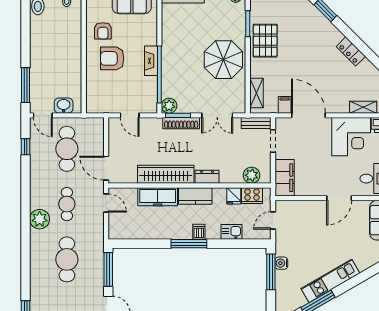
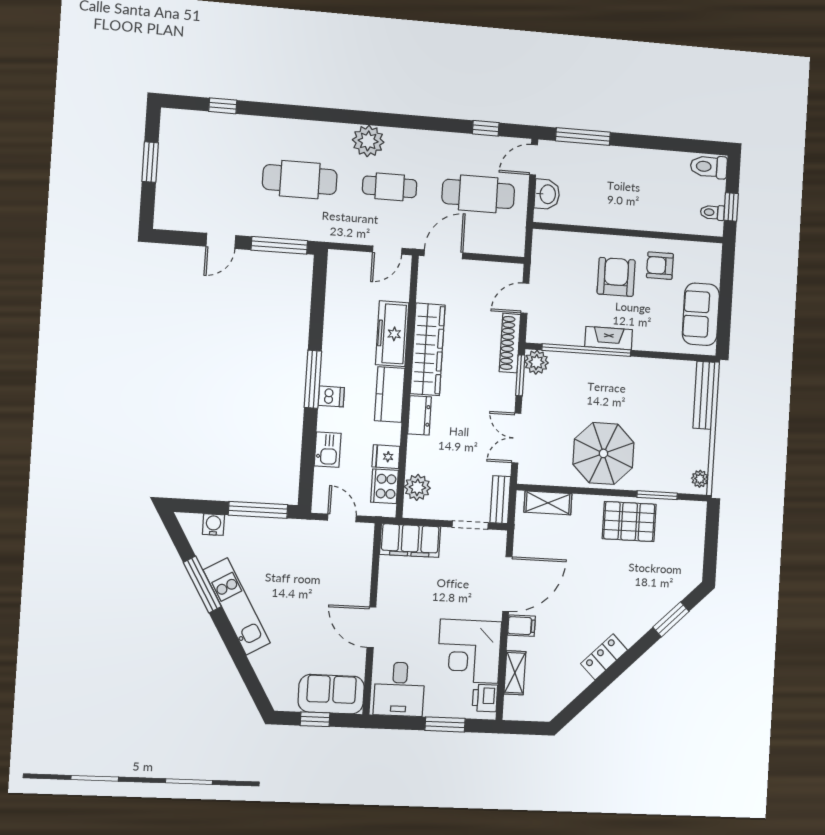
filing cabinet: (285, 105) -> (521, 626), moved
shoe rack: (181, 123) -> (510, 343), moved
water cooler: (281, 263) -> (213, 525), moved

